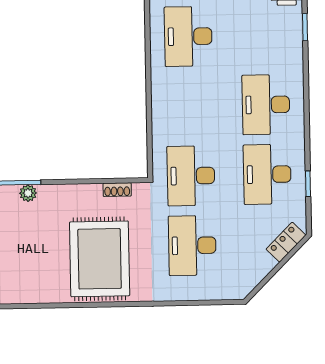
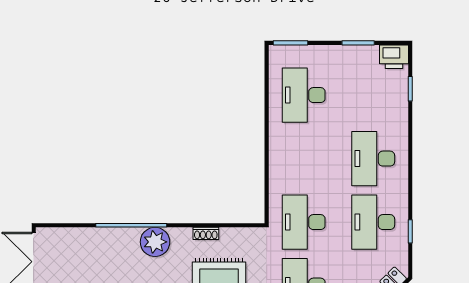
shoe rack: (117, 190) -> (206, 233), moved
plant: (28, 193) -> (155, 242), width x1.87, depth x1.87

